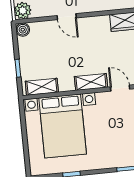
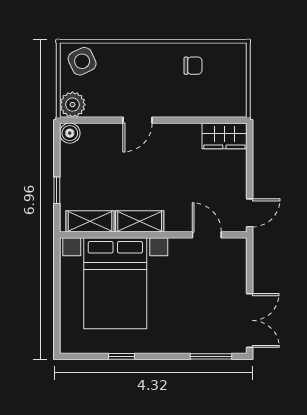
door: (67, 17) -> (137, 120), hinge flipped
shelving: (91, 82) -> (140, 221), moved

